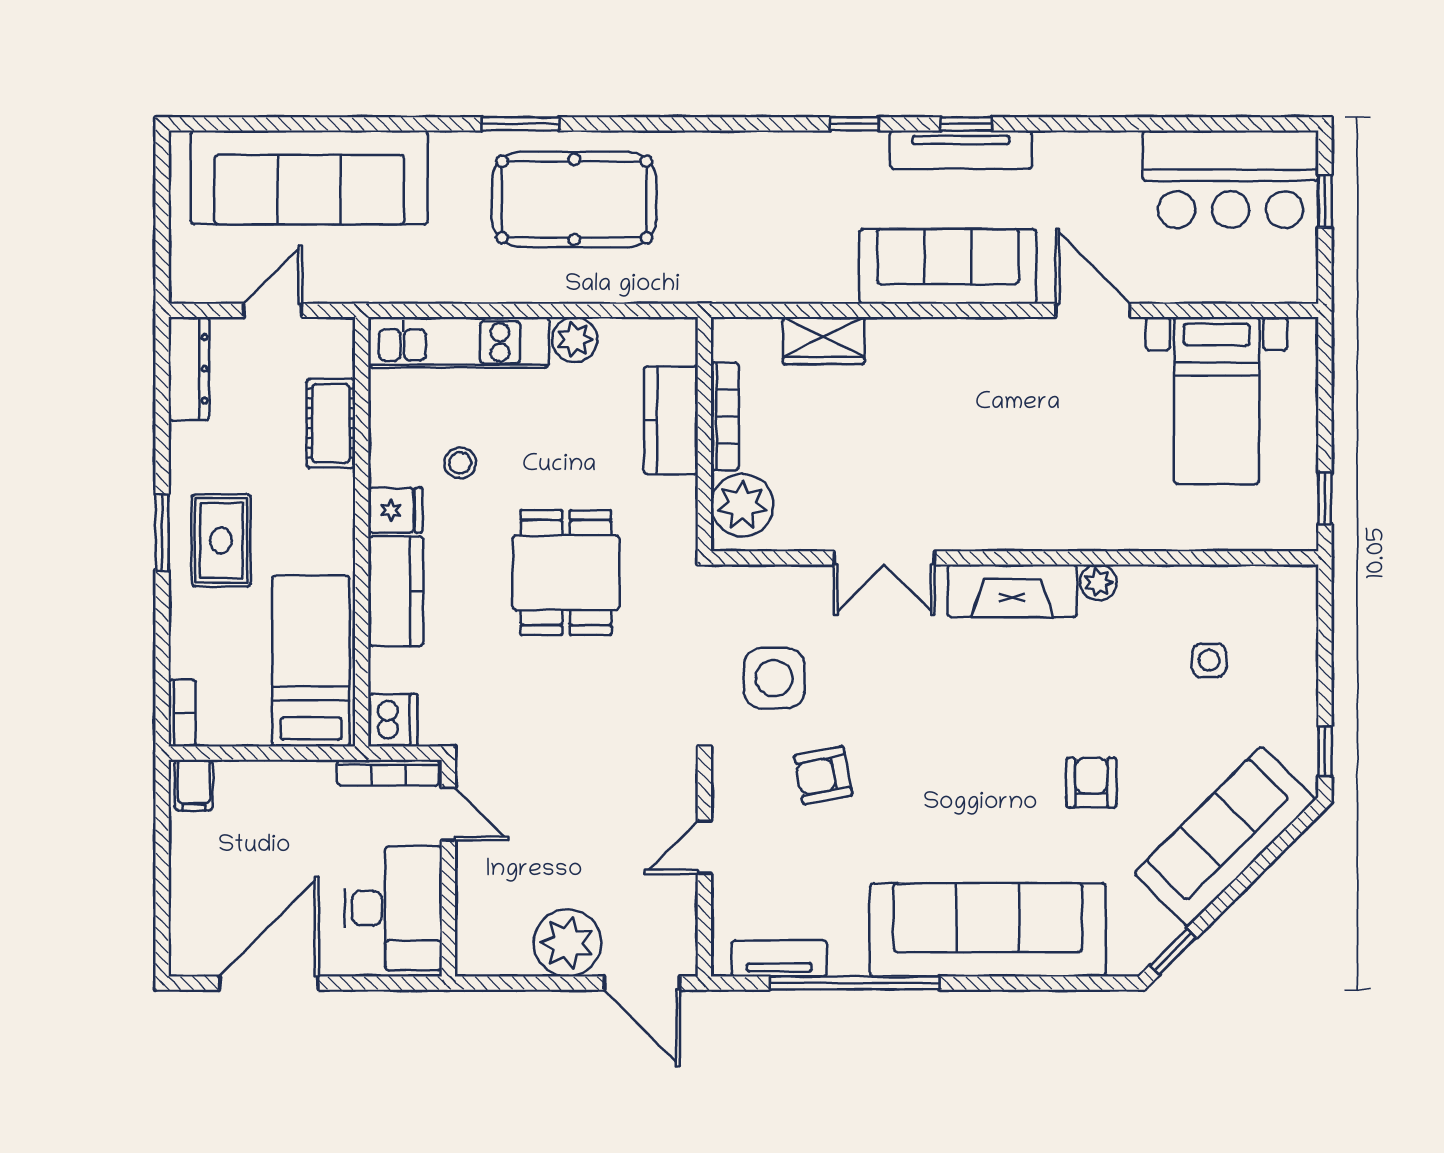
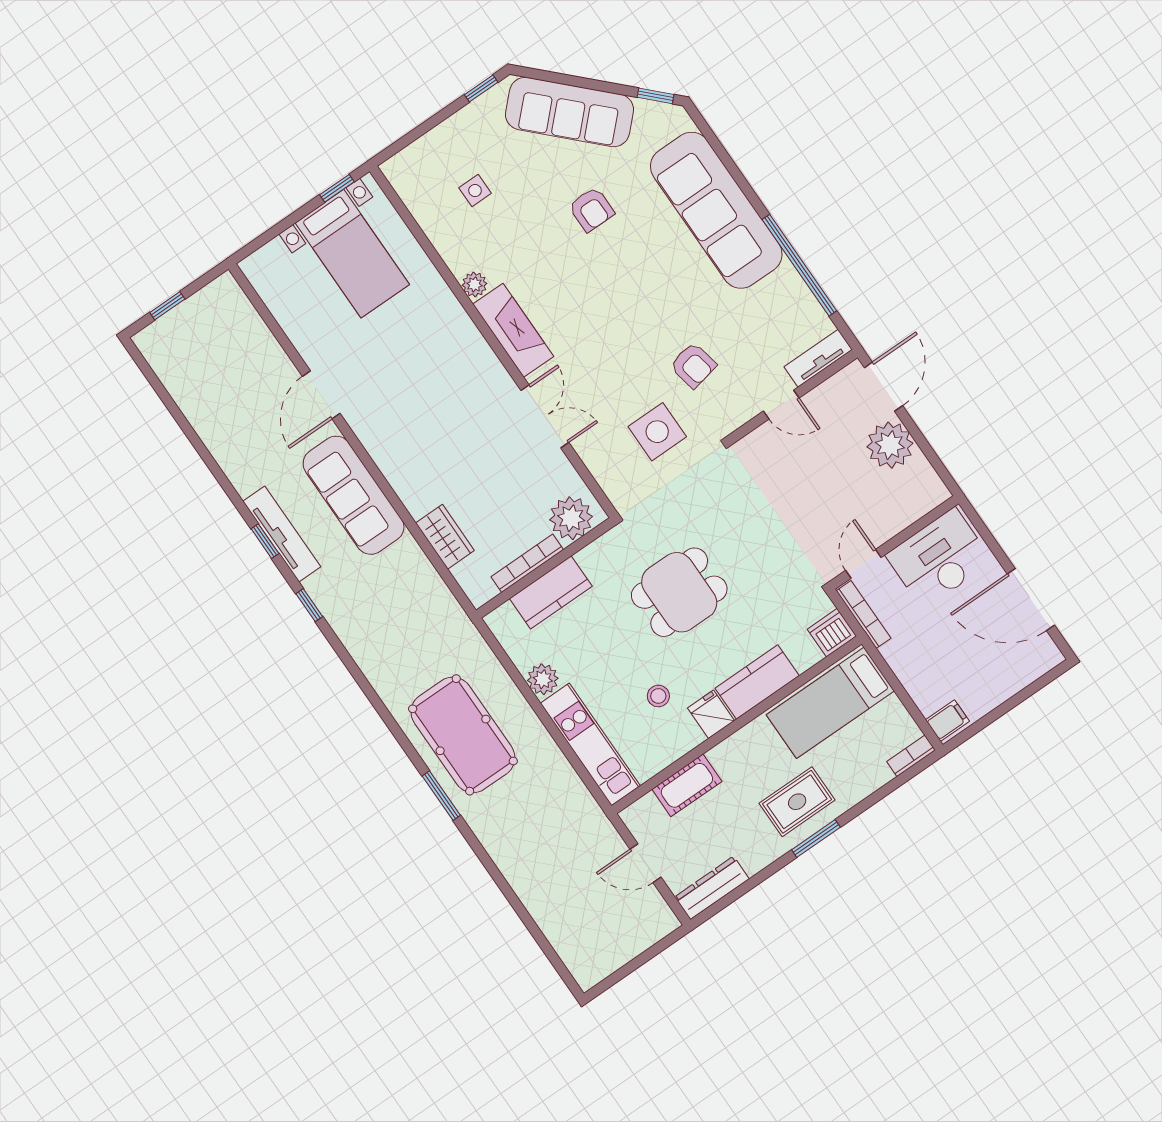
sofa: (309, 177) -> (555, 895), removed
bar counter: (1231, 179) -> (192, 368), removed
bed with nightstands: (1217, 401) -> (352, 254), moved, turned 90
armchair: (1091, 783) -> (591, 209), turned -90
tv unit: (779, 958) -> (818, 358), moved, turned 90

